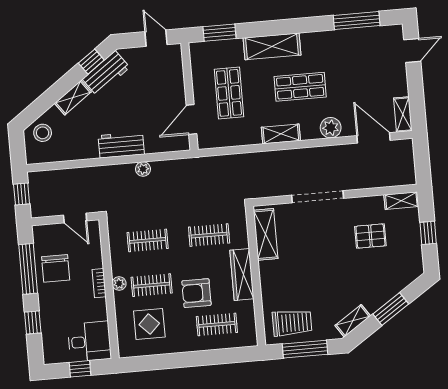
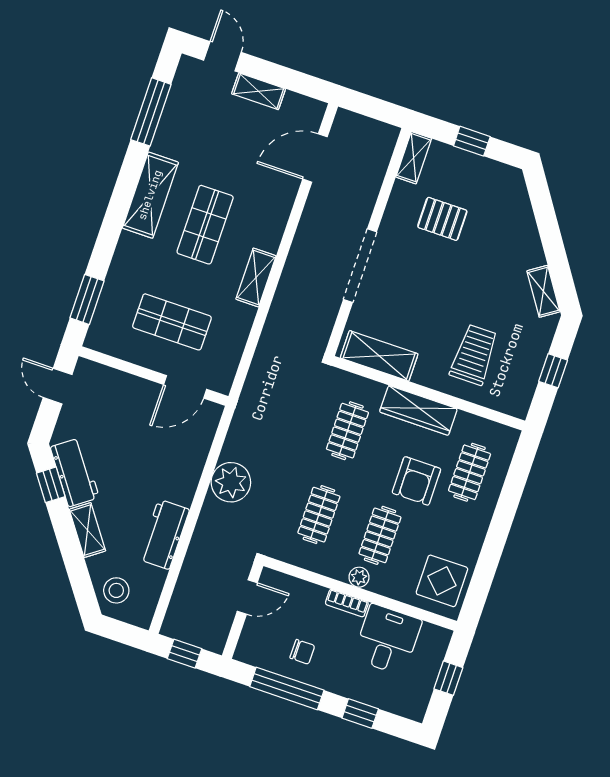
door: (156, 38) -> (58, 386), hinge flipped
shelving: (272, 46) -> (150, 195), moved
shelving: (403, 114) -> (259, 91), moved
door: (191, 120) -> (185, 387), hinge flipped
plant: (331, 128) -> (277, 208), removed
workbench: (121, 145) -> (164, 534), moved
plant: (143, 169) -> (231, 482), width x1.88, depth x1.88
pallet: (370, 236) -> (442, 219), turned 90
chair: (56, 268) -> (302, 652), width x0.54, depth x0.54
window: (391, 309) -> (550, 235), removed
trolley: (292, 323) -> (474, 355), moved
display table: (149, 324) -> (442, 581), moved
desk: (89, 342) -> (387, 640), moved
window: (305, 349) -> (553, 371), width x0.46

